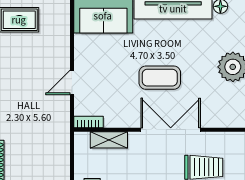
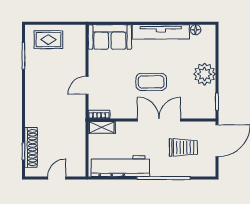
shelving: (109, 140) -> (102, 127), moved

